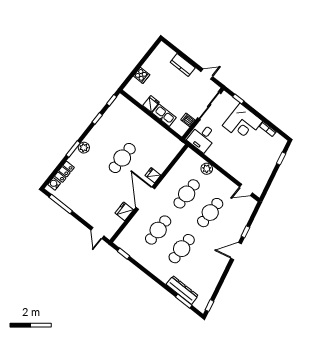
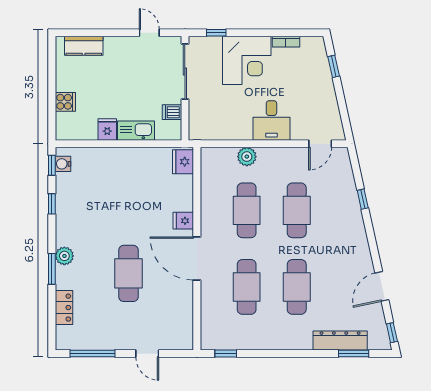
kitchen counter: (183, 65) -> (84, 46), moved
door: (207, 74) -> (149, 33), hinge flipped
desk: (202, 138) -> (271, 120), moved
cafe table: (122, 158) -> (128, 273), moved
water cooler: (54, 184) -> (63, 164), moved
fridge: (124, 211) -> (183, 162), moved
door: (97, 233) -> (147, 354), moved
door: (236, 251) -> (382, 286), moved

